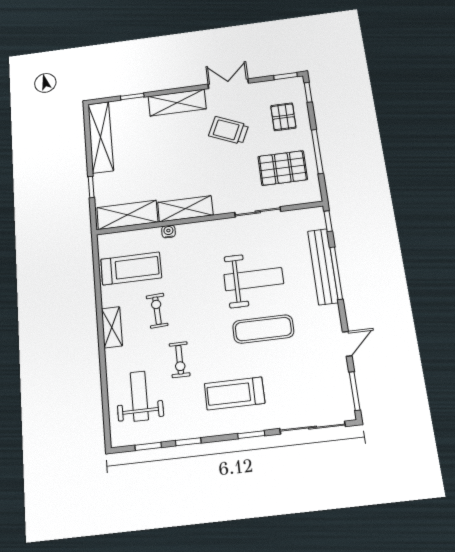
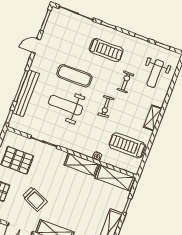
exercise bike: (157, 311) -> (106, 107), moved

